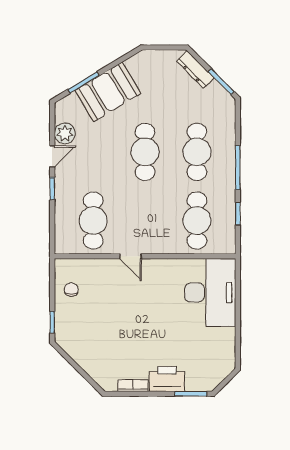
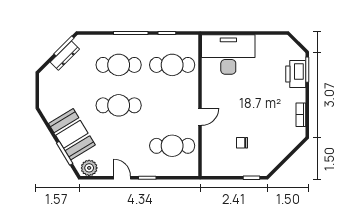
dresser: (195, 70) -> (65, 56), moved
plant: (65, 133) -> (89, 168), moved
chair: (71, 290) -> (242, 143), moved
printer: (167, 379) -> (296, 74), moved

